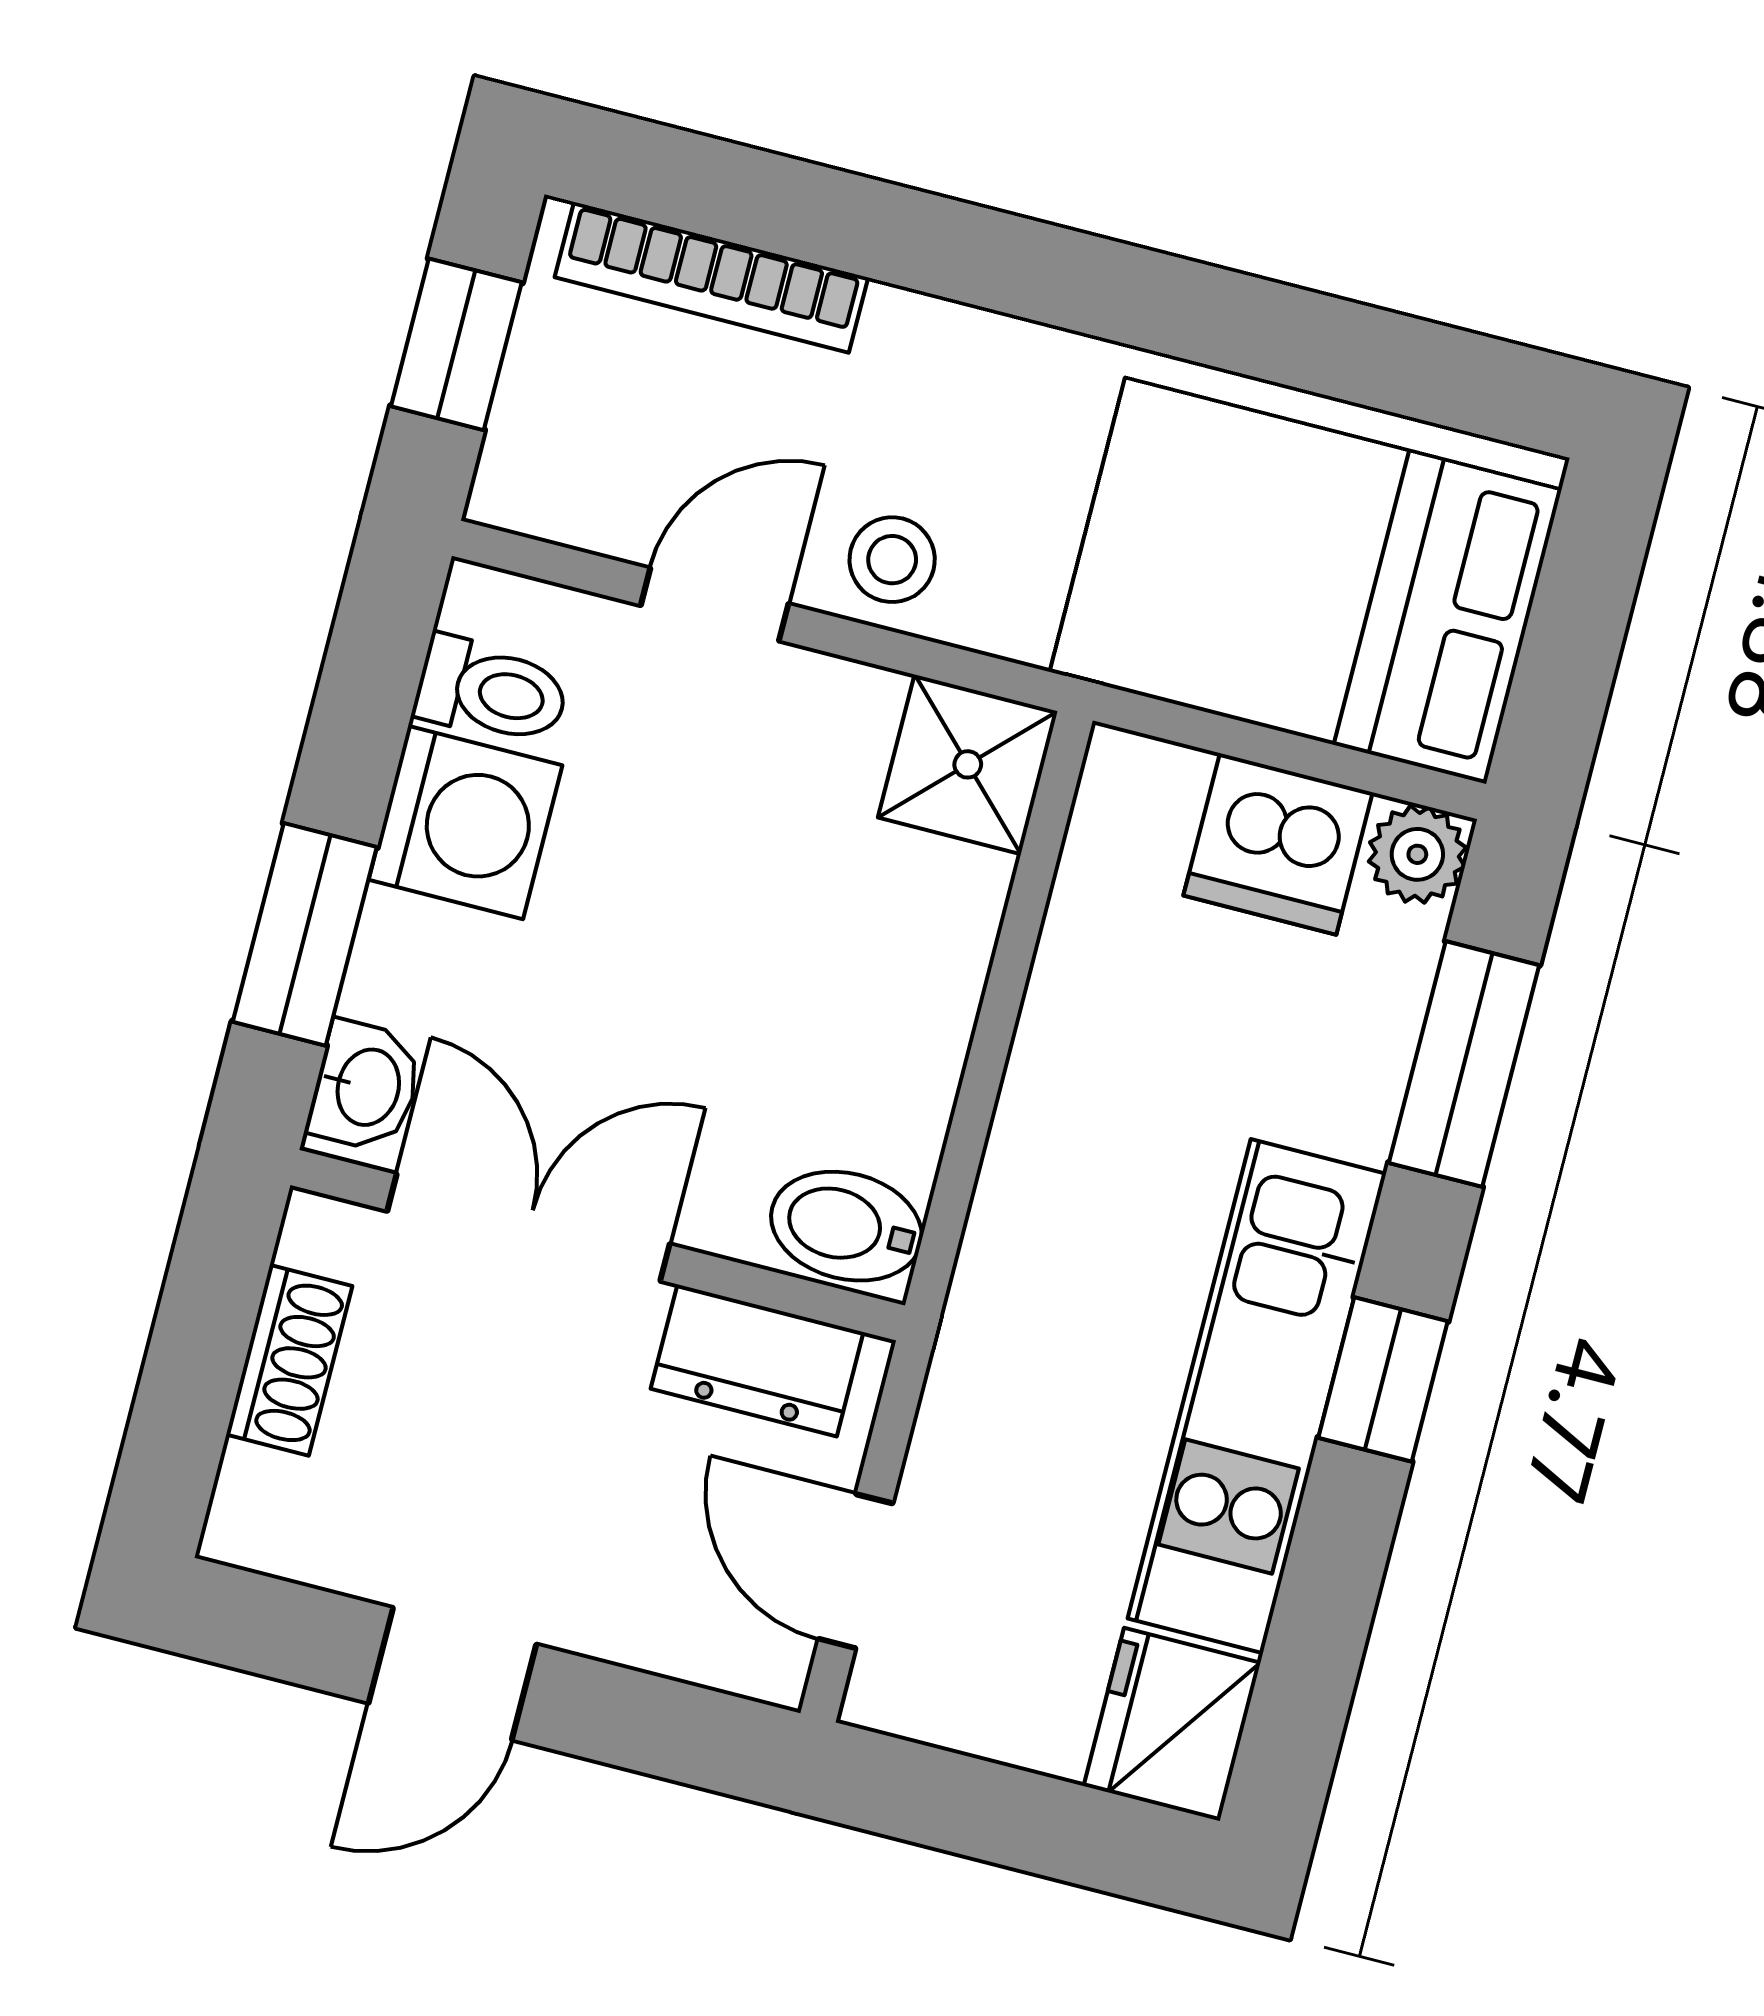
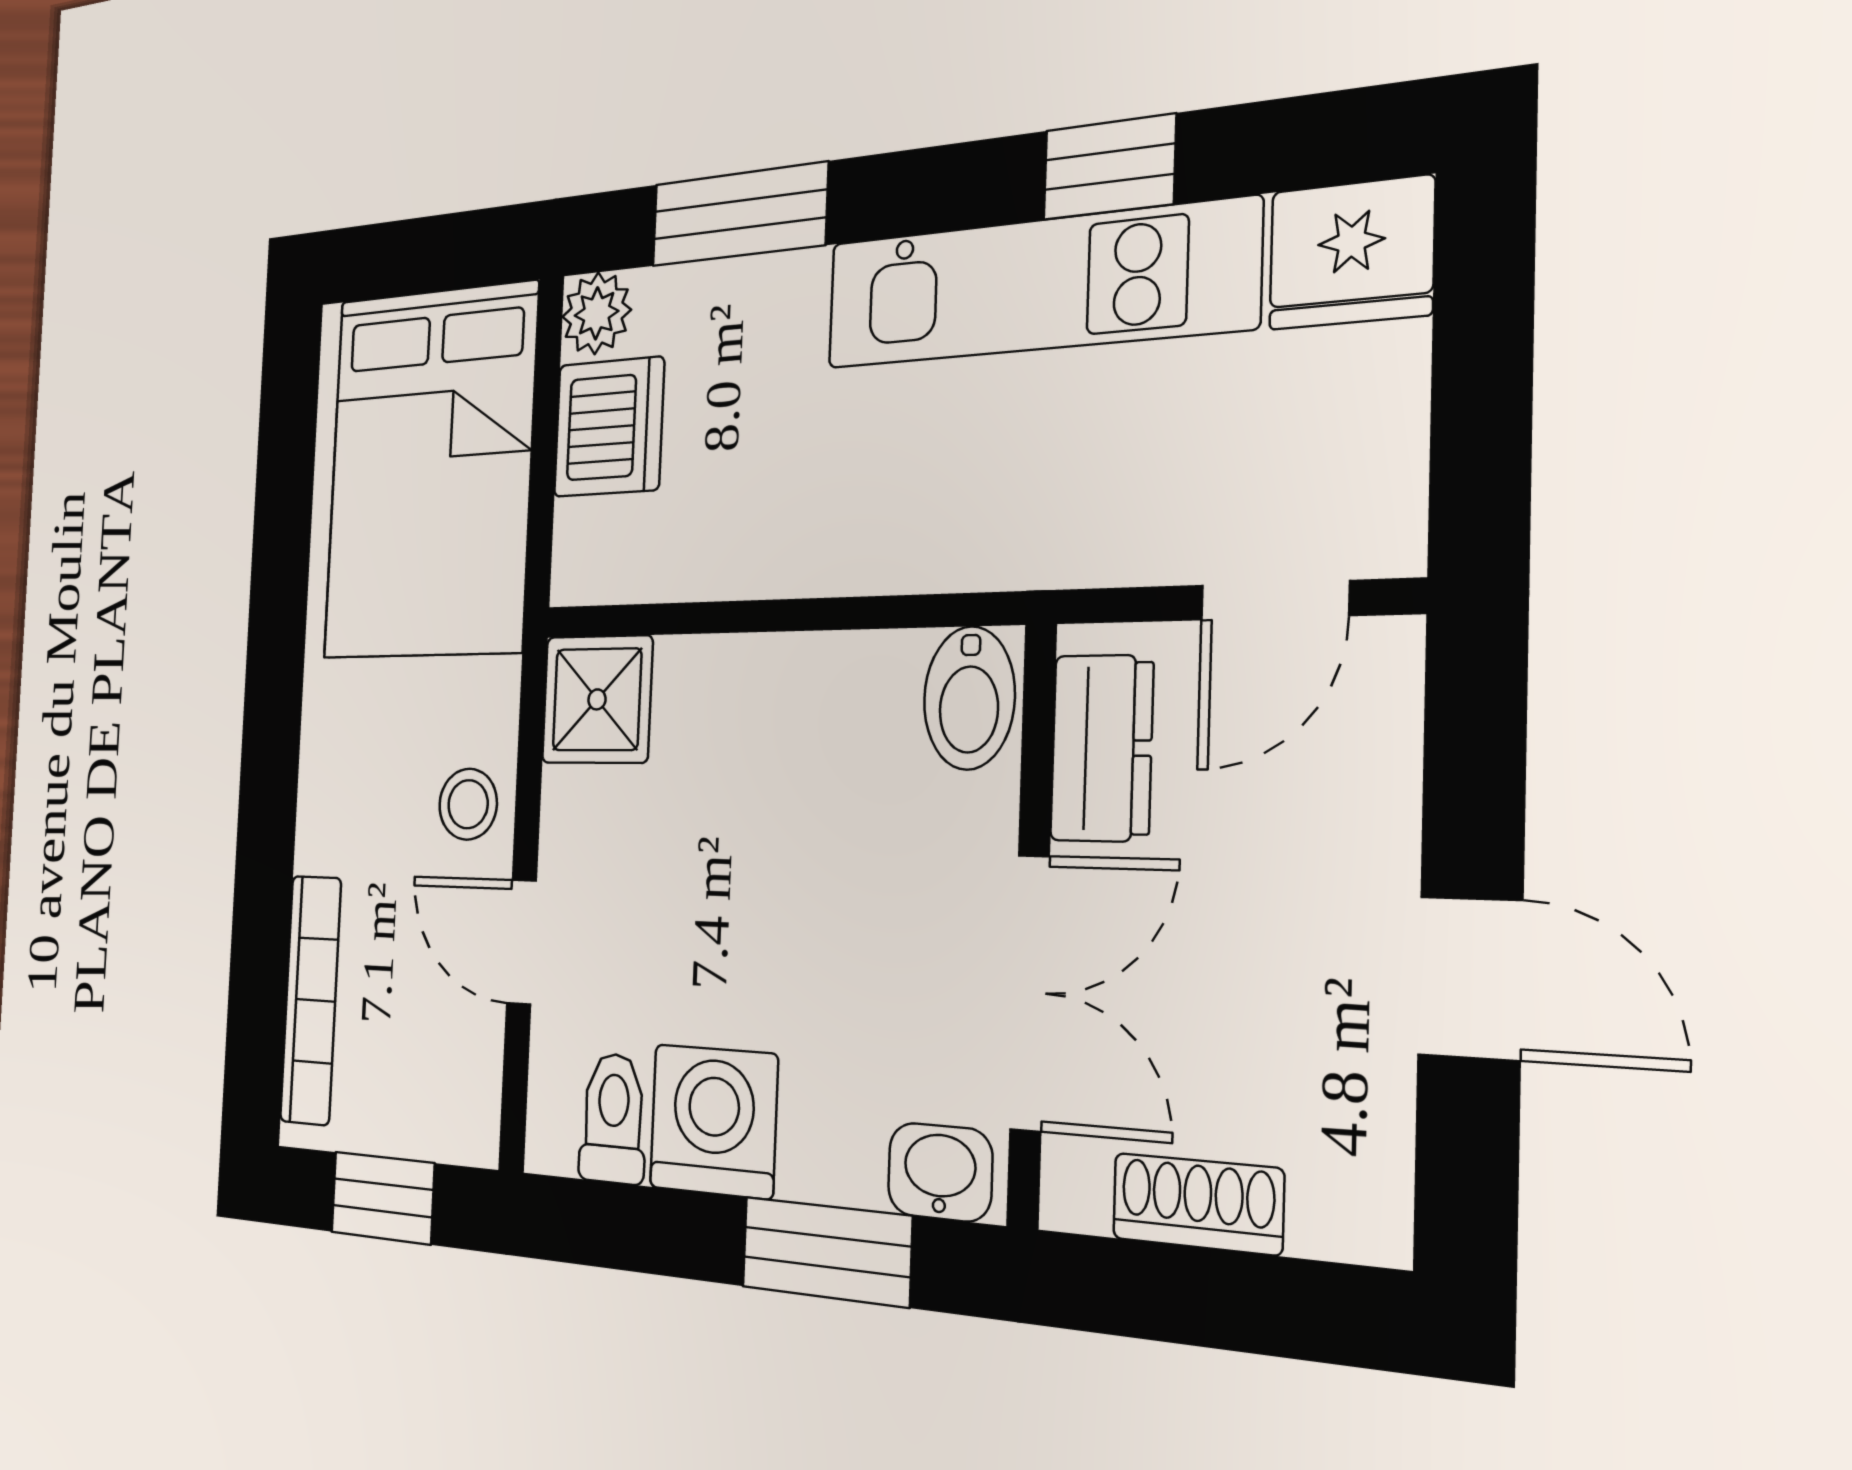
double door: (528, 1227) -> (1030, 993), swing flipped
window: (1383, 1379) -> (1109, 167), moved

